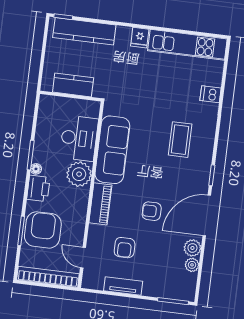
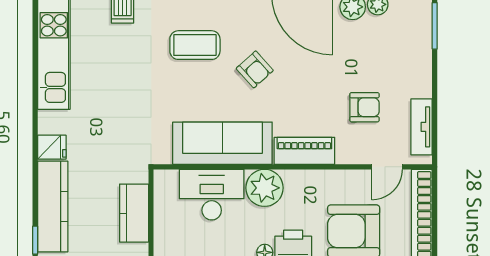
fridge: (140, 38) -> (52, 147), moved
armchair: (152, 211) -> (255, 69), moved, turned -42
tv unit: (123, 286) -> (421, 127), moved

